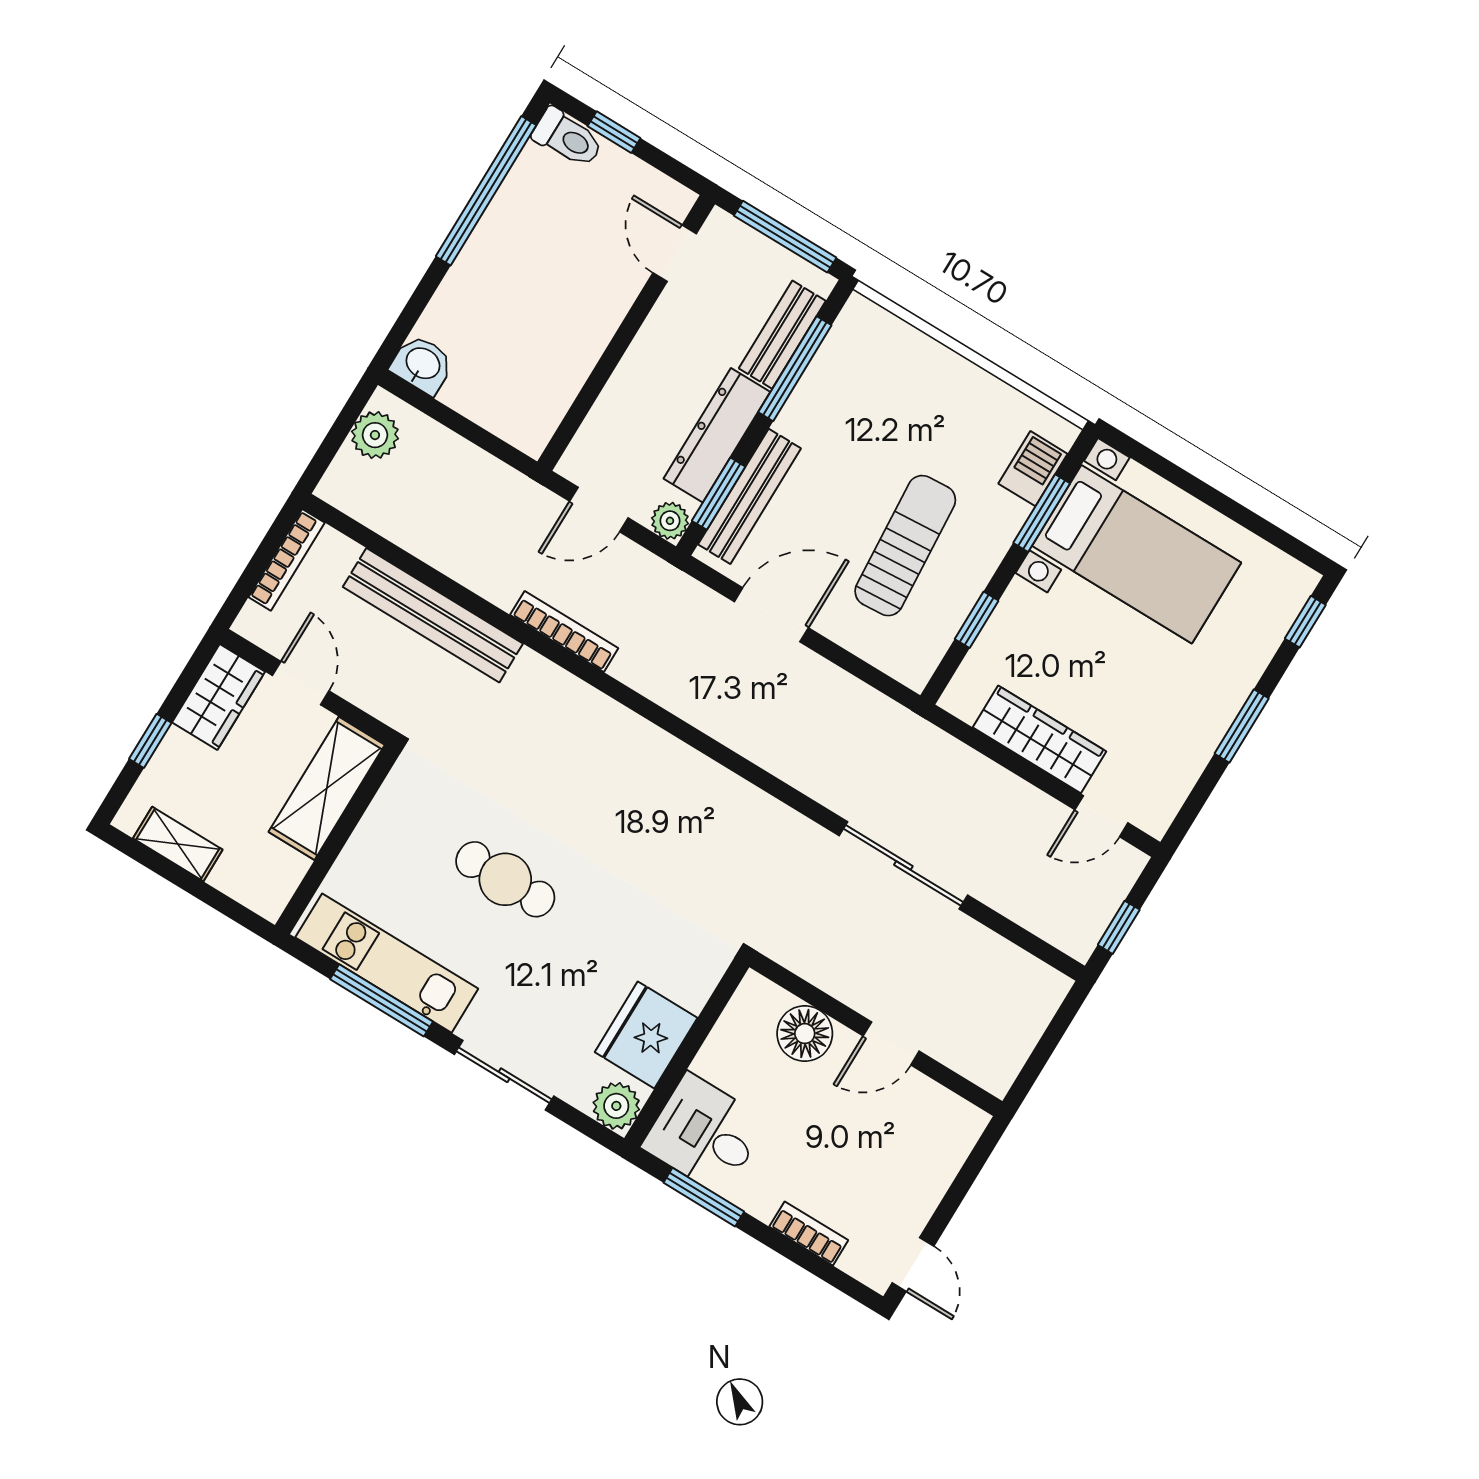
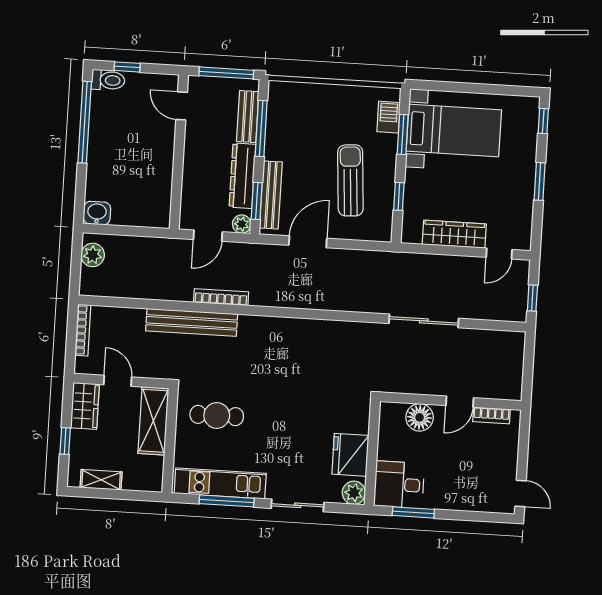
bench: (433, 615) -> (192, 322), moved
cafe table: (505, 879) -> (217, 415), moved
bookcase: (809, 1233) -> (491, 415), moved, turned 180

